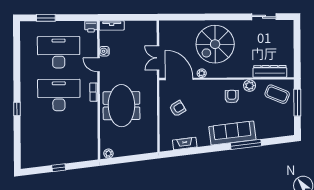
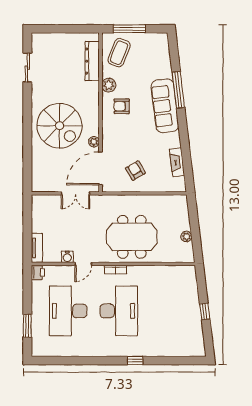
desk: (59, 95) -> (119, 311), turned 180
plant: (108, 153) -> (186, 237), moved

